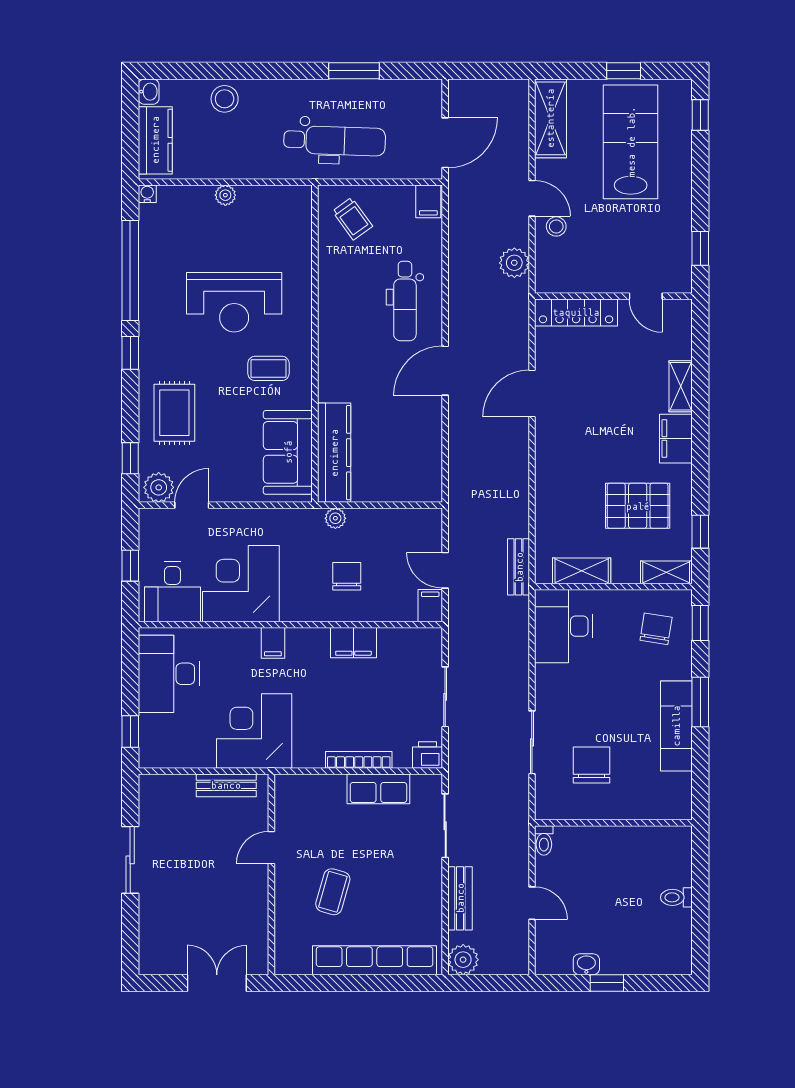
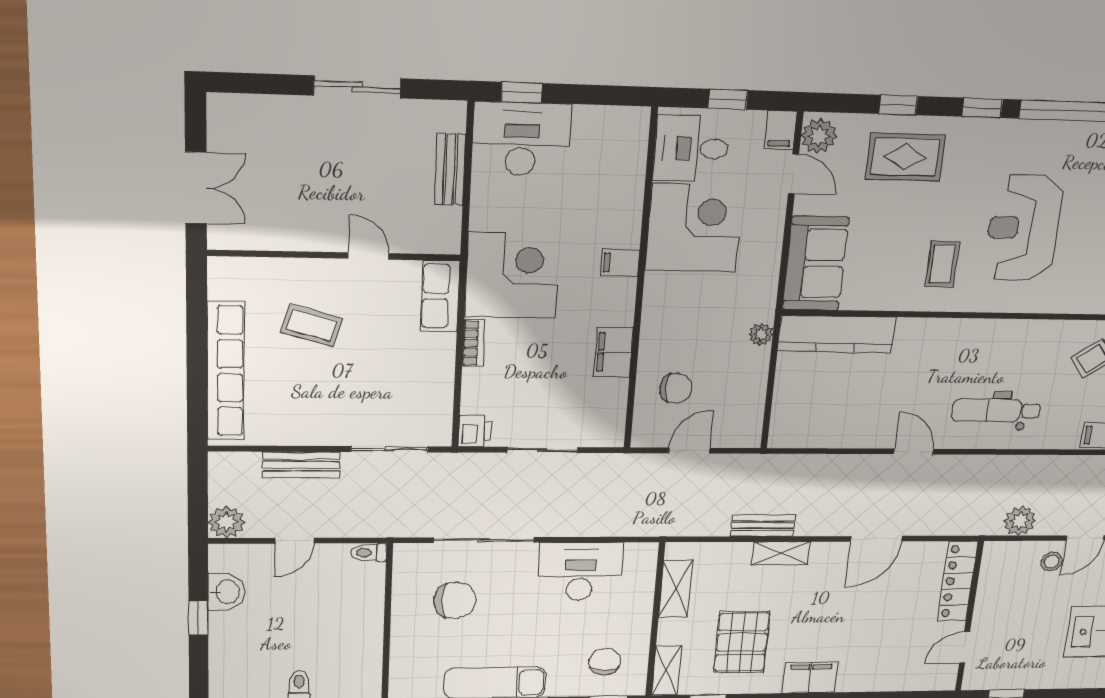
door: (445, 371) -> (914, 451), width x0.73
shelving: (681, 386) -> (781, 553), moved
door: (532, 393) -> (876, 539), swing flipped
sofa: (288, 452) -> (815, 263), moved, turned 90
window: (130, 458) -> (898, 105), moved
bench: (519, 567) -> (763, 526), moved
chair: (347, 576) -> (676, 388), moved
filing cabinet: (430, 606) -> (780, 130), moved, turned 90
desk: (564, 626) -> (580, 572), moved
chair: (656, 629) -> (605, 662), turned -99
desk: (169, 674) -> (521, 139), moved
corner desk: (254, 731) -> (512, 275), moved
sliding door: (532, 742) -> (484, 540), width x1.37
bookcase: (359, 760) -> (473, 343), width x0.64
bench: (226, 785) -> (450, 170), moved
row of seats: (378, 789) -> (440, 296), moved
plant: (463, 960) -> (226, 522), moved
washbasin: (586, 964) -> (226, 592), width x1.38, depth x1.45

